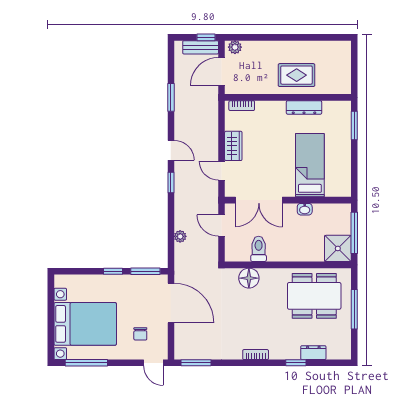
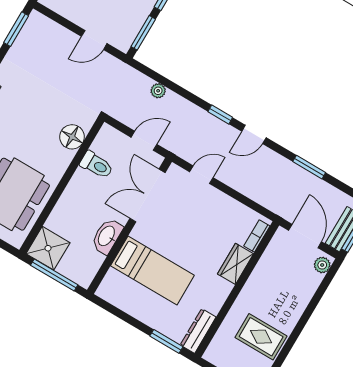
rug: (297, 75) -> (261, 337), moved, turned 90
dresser: (304, 107) -> (198, 331), moved
wardrobe: (233, 146) -> (235, 264), moved, turned 90
washbasin: (305, 209) -> (107, 236), width x1.91, depth x1.45
door: (171, 303) -> (94, 40), width x0.53

